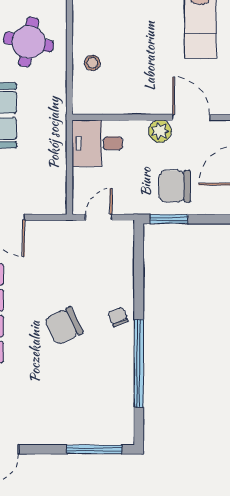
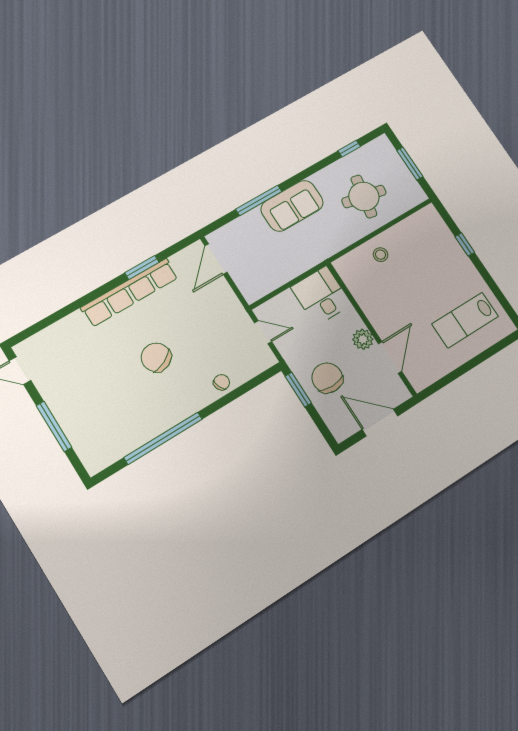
chair: (118, 317) -> (222, 382), moved
window: (94, 449) -> (54, 426), moved

